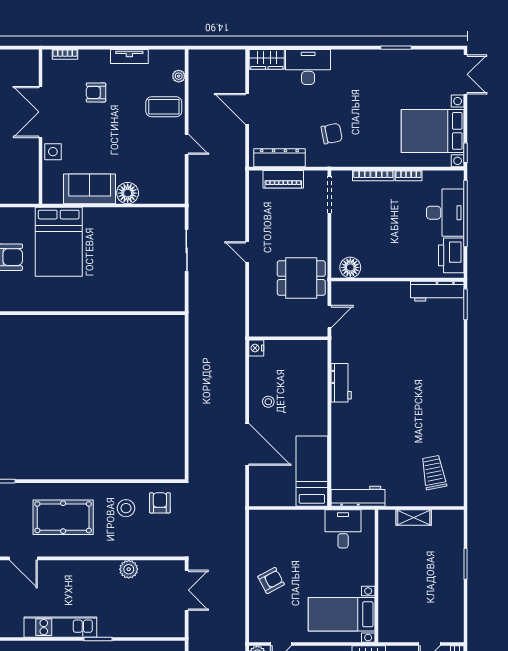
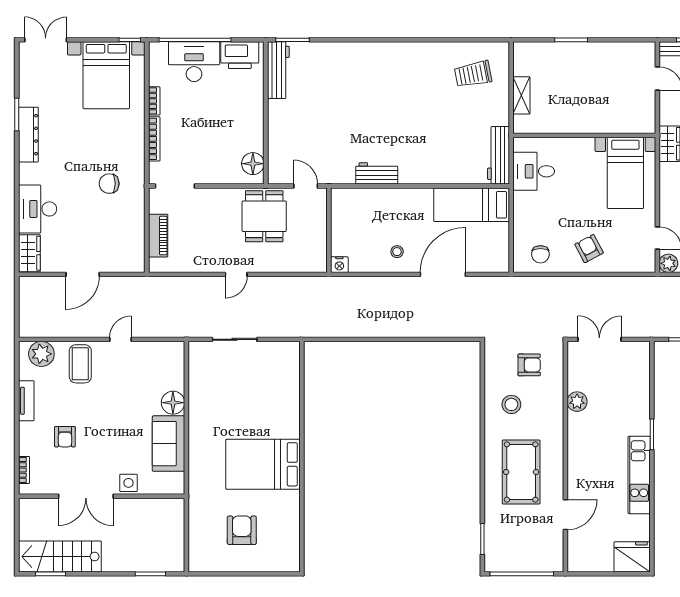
plant: (179, 76) -> (41, 354), width x1.88, depth x1.88
chair: (332, 134) -> (109, 184), turned -79
dresser: (279, 158) -> (28, 135), moved, turned 180
bed: (59, 242) -> (263, 464), moved, turned 180
armchair: (160, 503) -> (529, 365), moved, turned 180
chair: (266, 535) -> (540, 254), added

